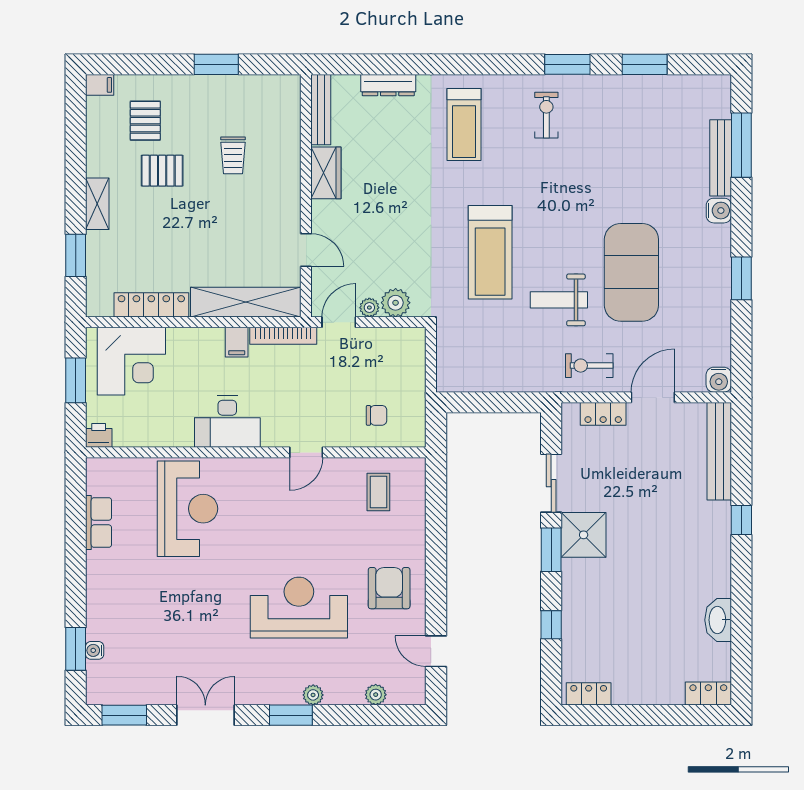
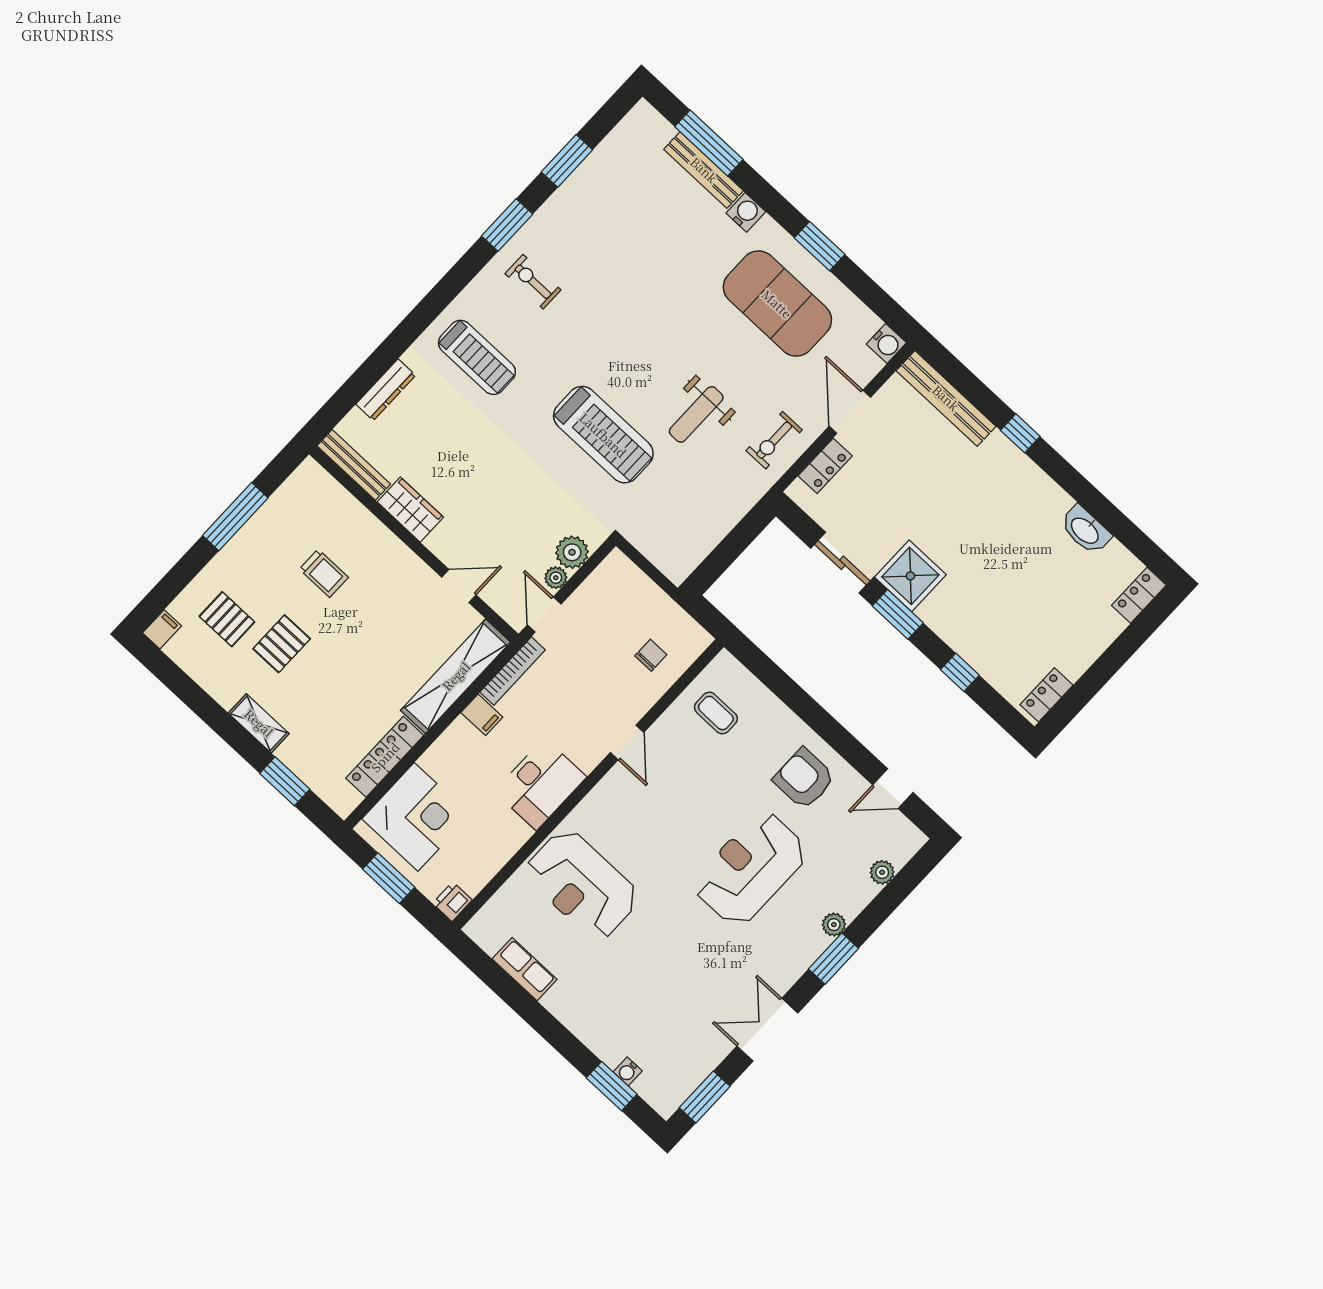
window: (216, 64) -> (235, 517), width x1.44
exercise mat: (631, 272) -> (777, 304), moved
reception desk: (187, 509) -> (582, 885), turned 180

